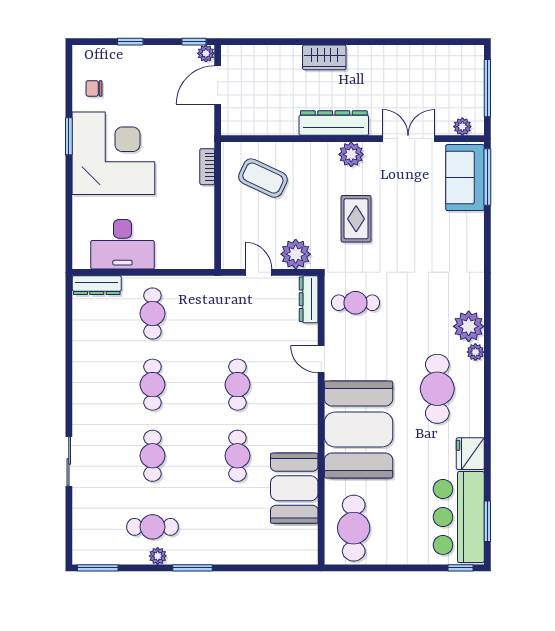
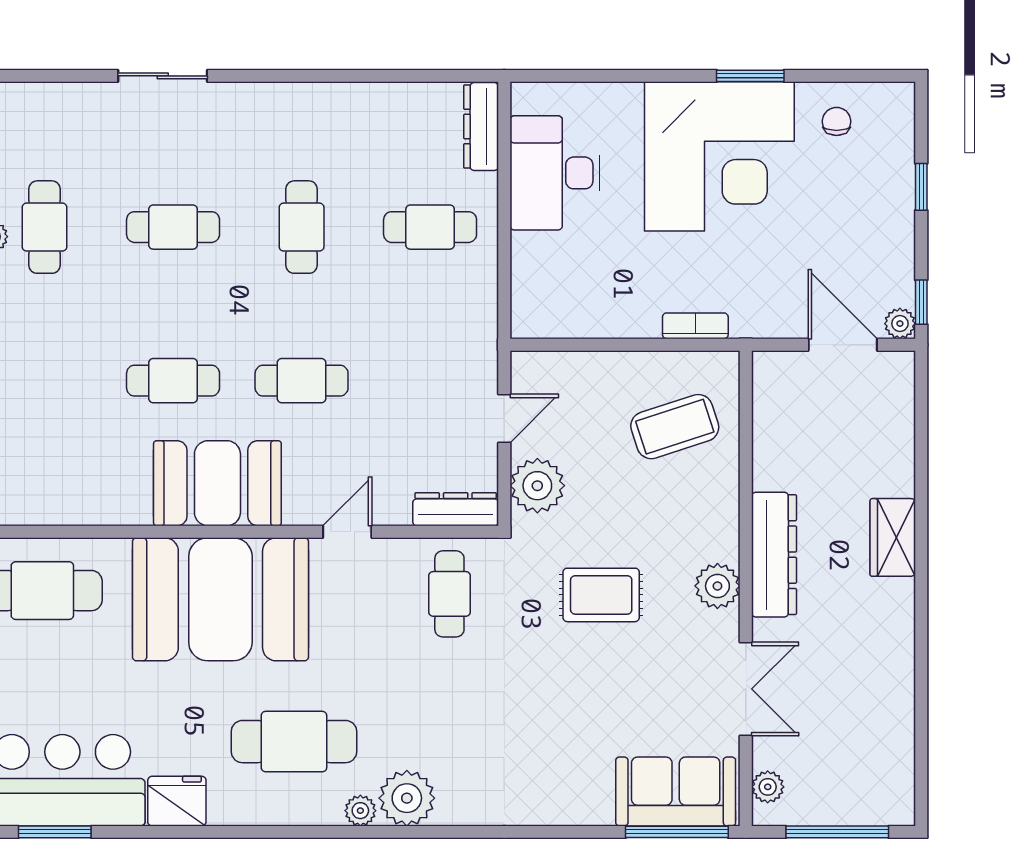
coffee table: (263, 178) -> (675, 427), turned 47
cafe table: (152, 385) -> (302, 227), turned 90
booth: (294, 488) -> (217, 483), moved

